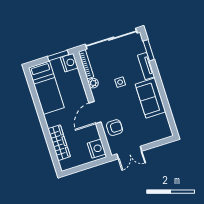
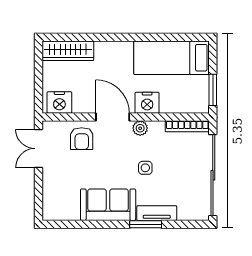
window: (149, 50) -> (146, 224), moved
nightstand: (69, 63) -> (147, 103), moved
plant: (93, 83) -> (140, 128), moved
wardrobe: (59, 143) -> (68, 51), moved

